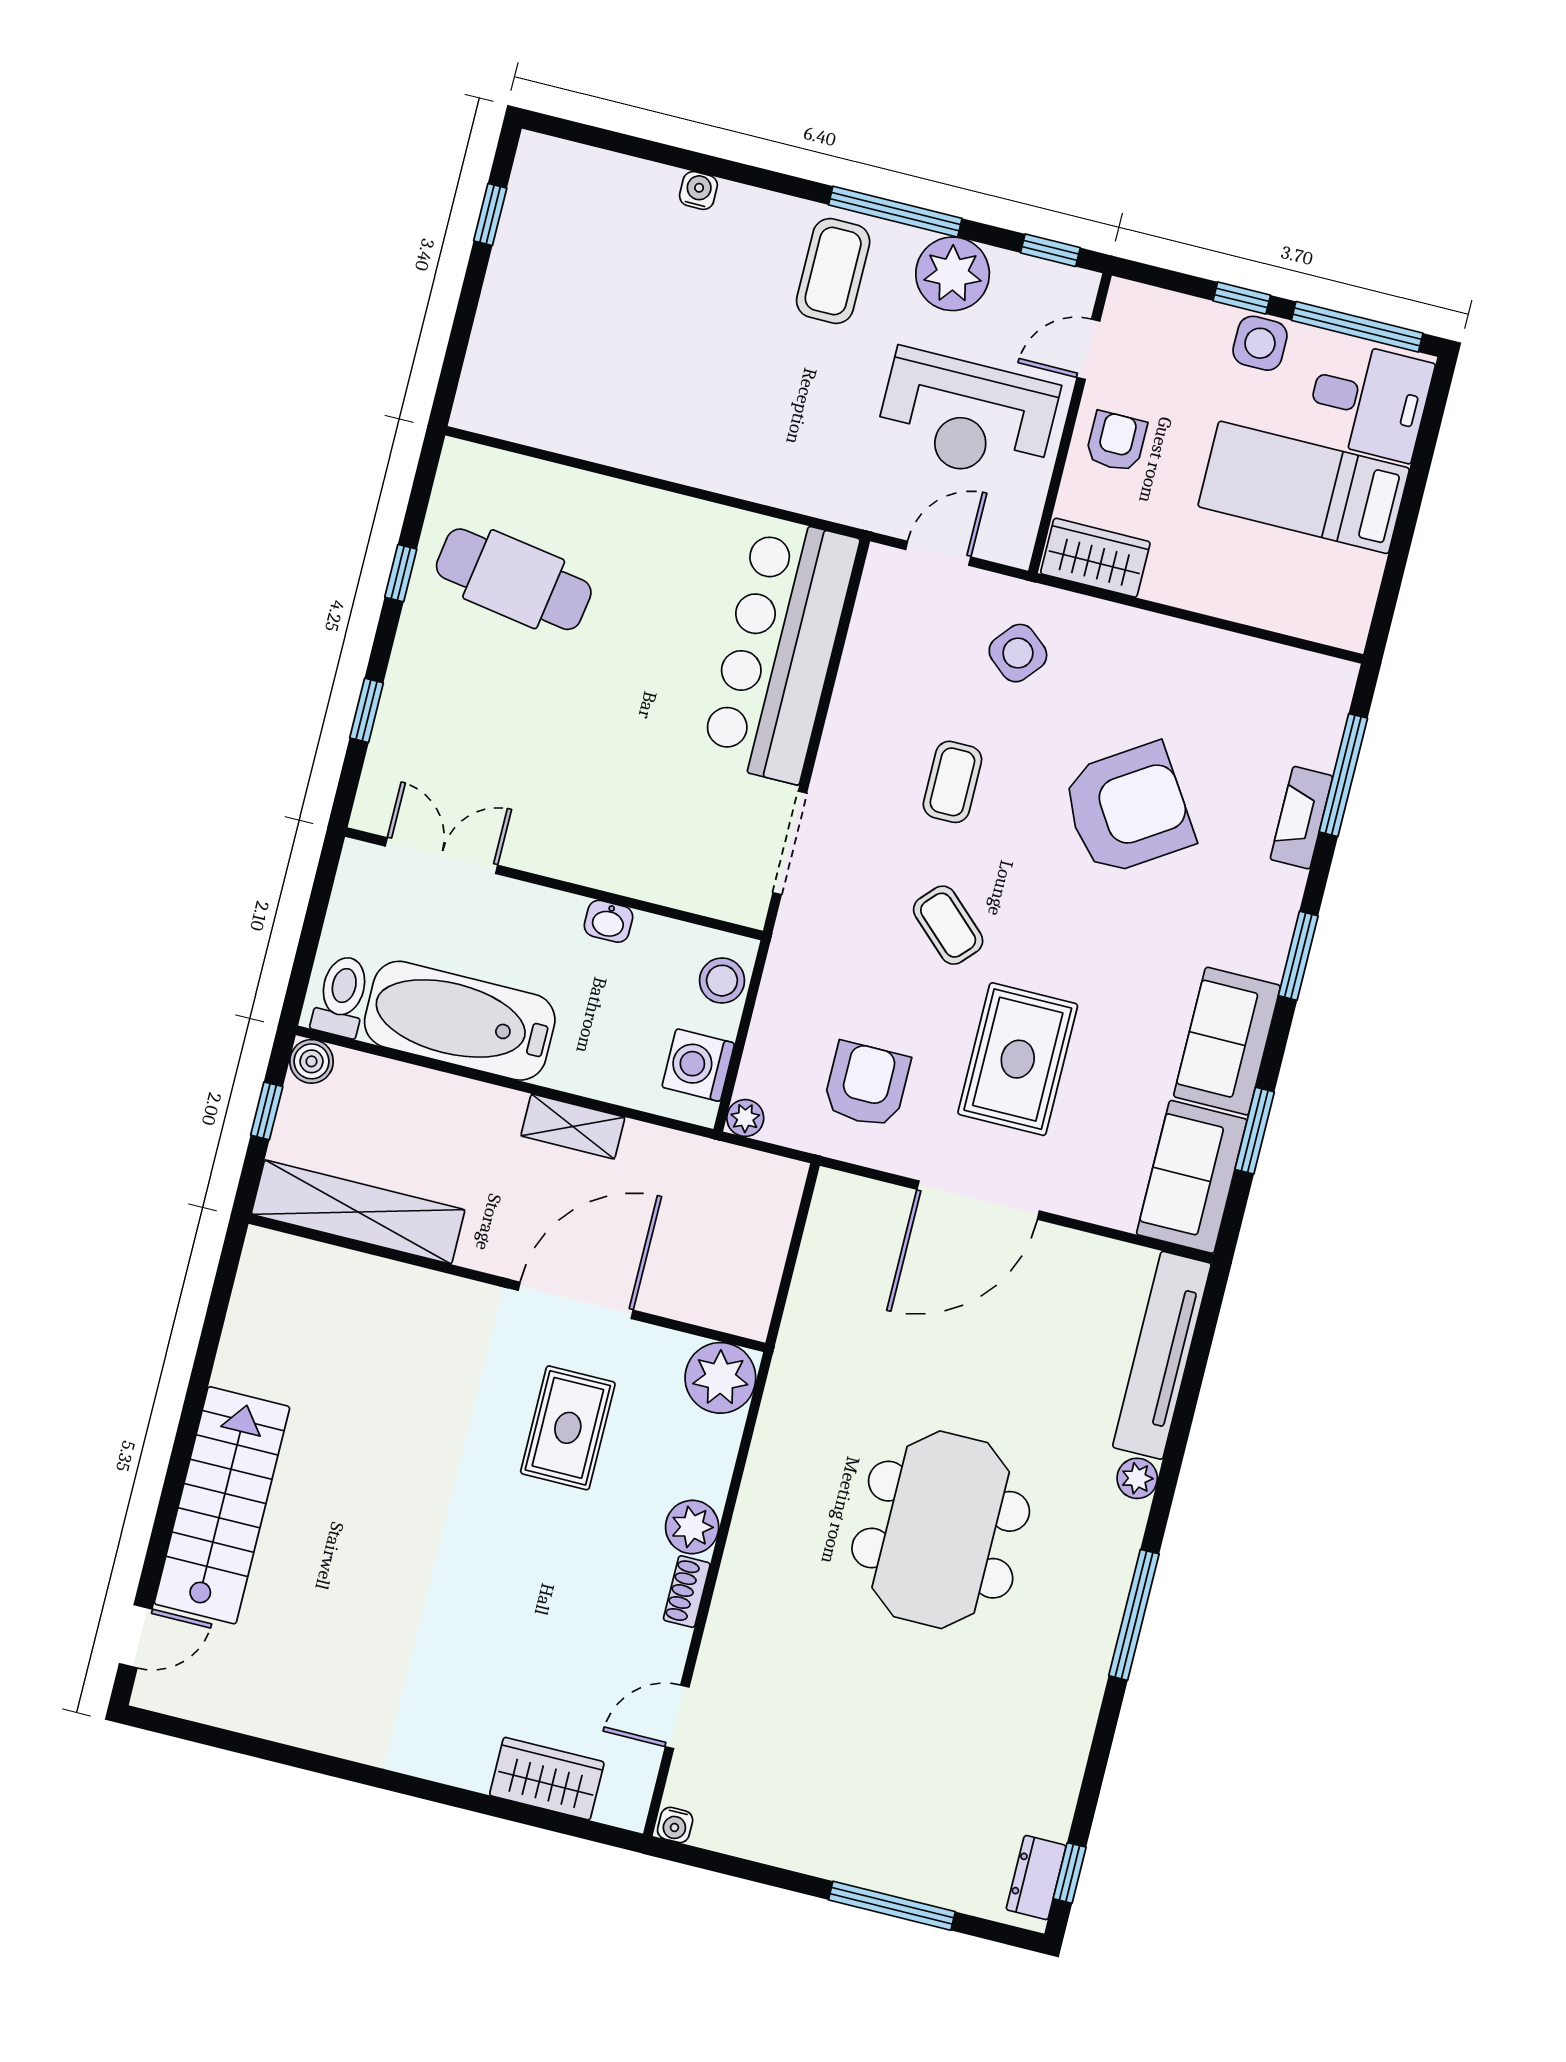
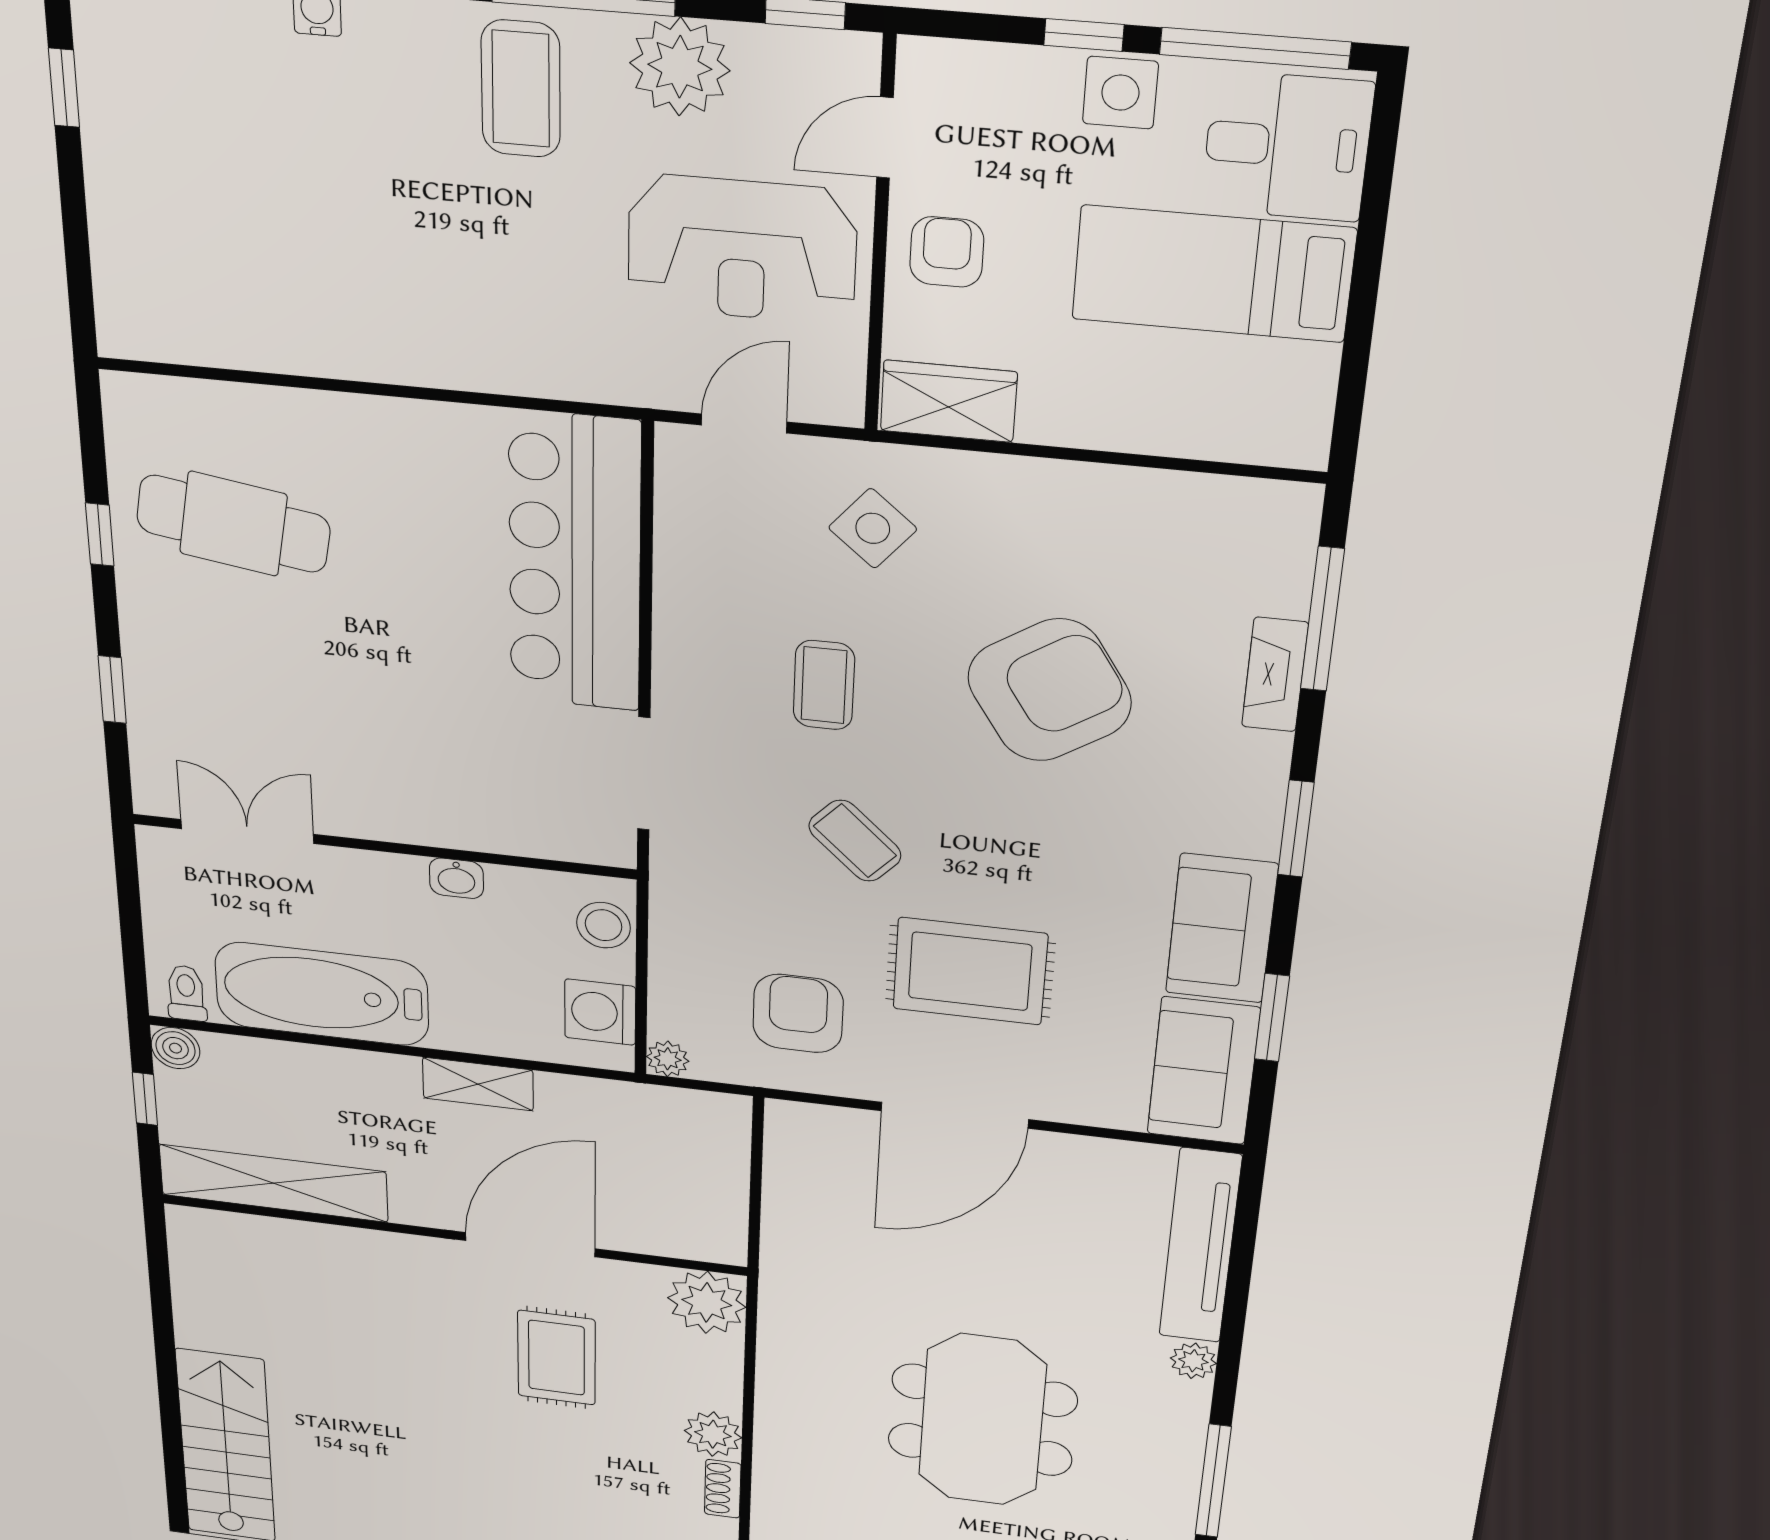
toilet: (342, 996) -> (186, 993), width x0.73, depth x0.72
rug: (1018, 1059) -> (970, 971), turned 90

